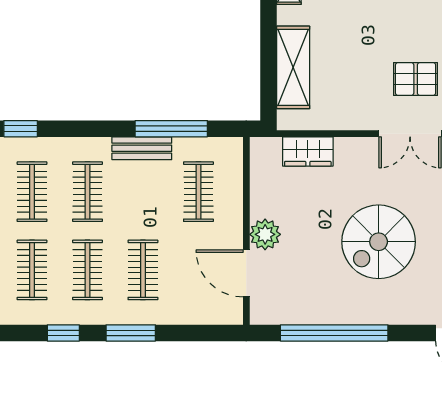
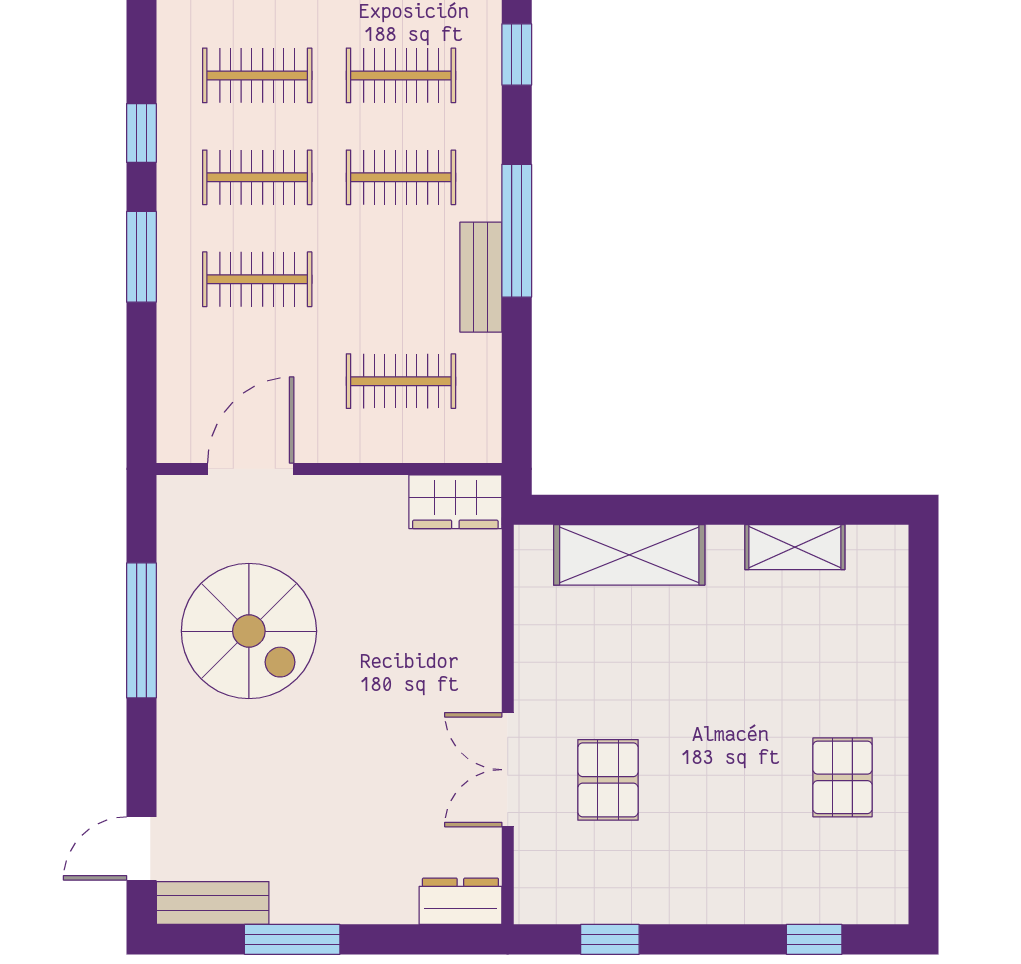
window: (171, 129) -> (517, 231), moved
wardrobe: (308, 151) -> (455, 502), moved, turned -90
plant: (265, 234) -> (322, 503), removed
spiral stairs: (379, 242) -> (249, 631), moved, turned 180
window: (334, 333) -> (141, 630), width x0.68

